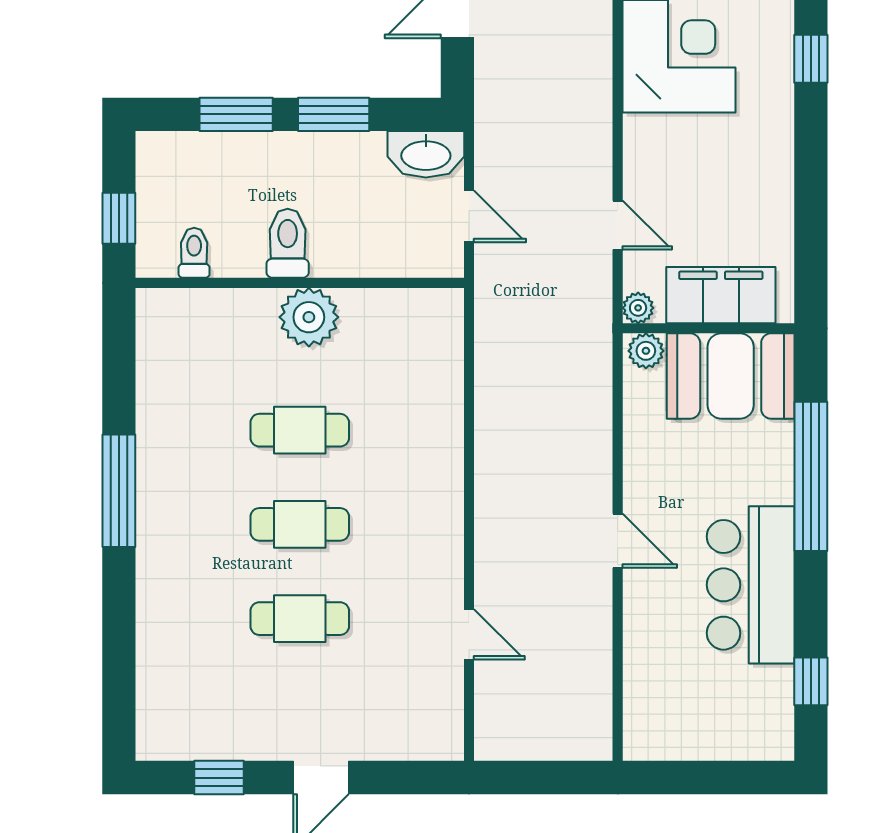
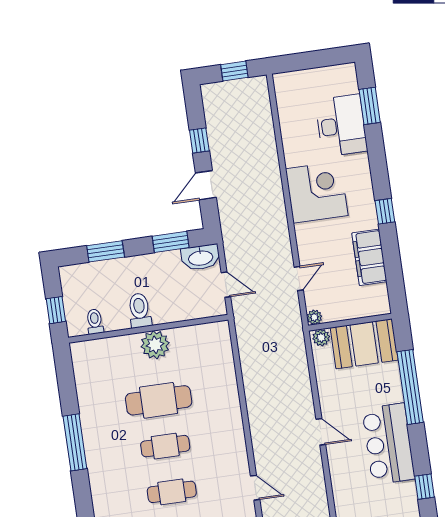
window: (811, 59) -> (385, 211), moved
window: (334, 114) -> (171, 242), moved
door: (618, 225) -> (299, 278), hinge flipped
filing cabinet: (721, 295) -> (369, 257), moved, turned -90
cafe table: (300, 430) -> (159, 400), width x1.37, depth x1.35

